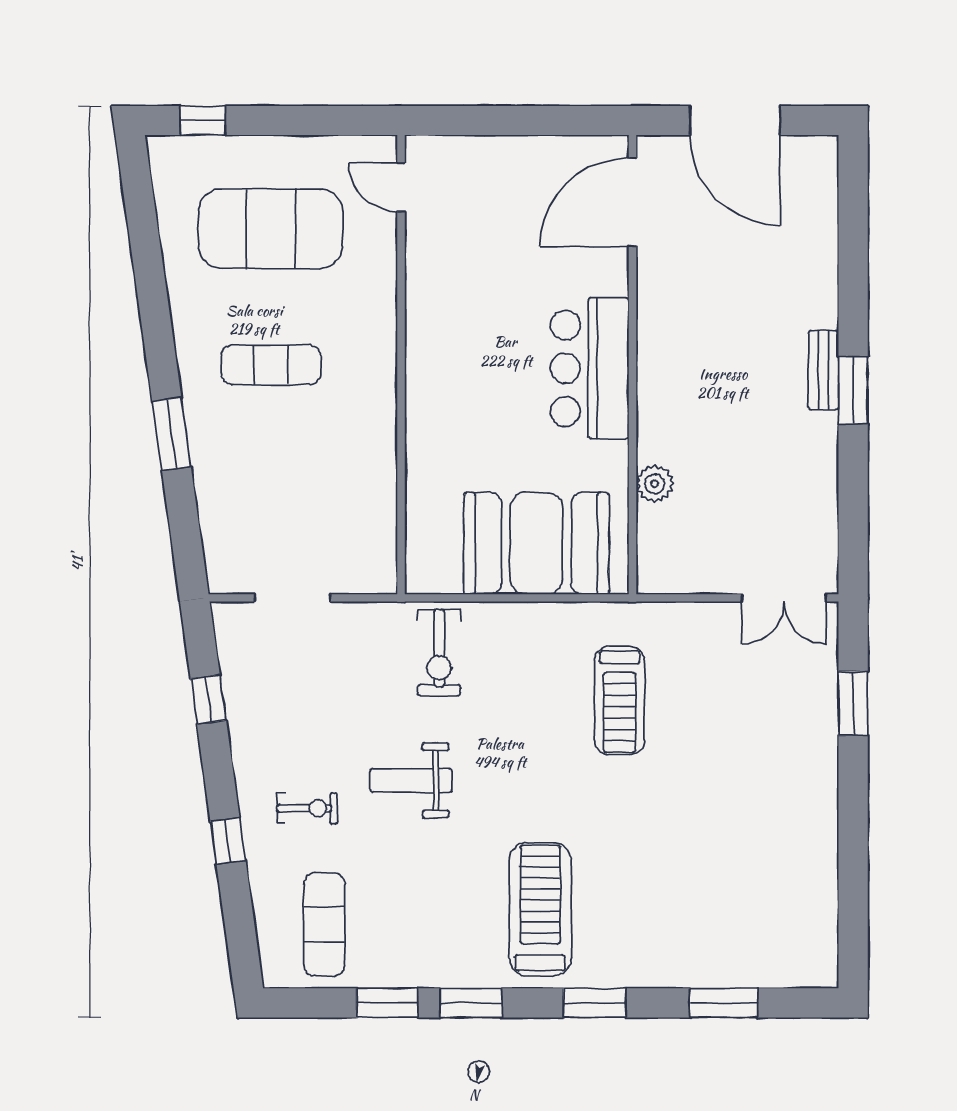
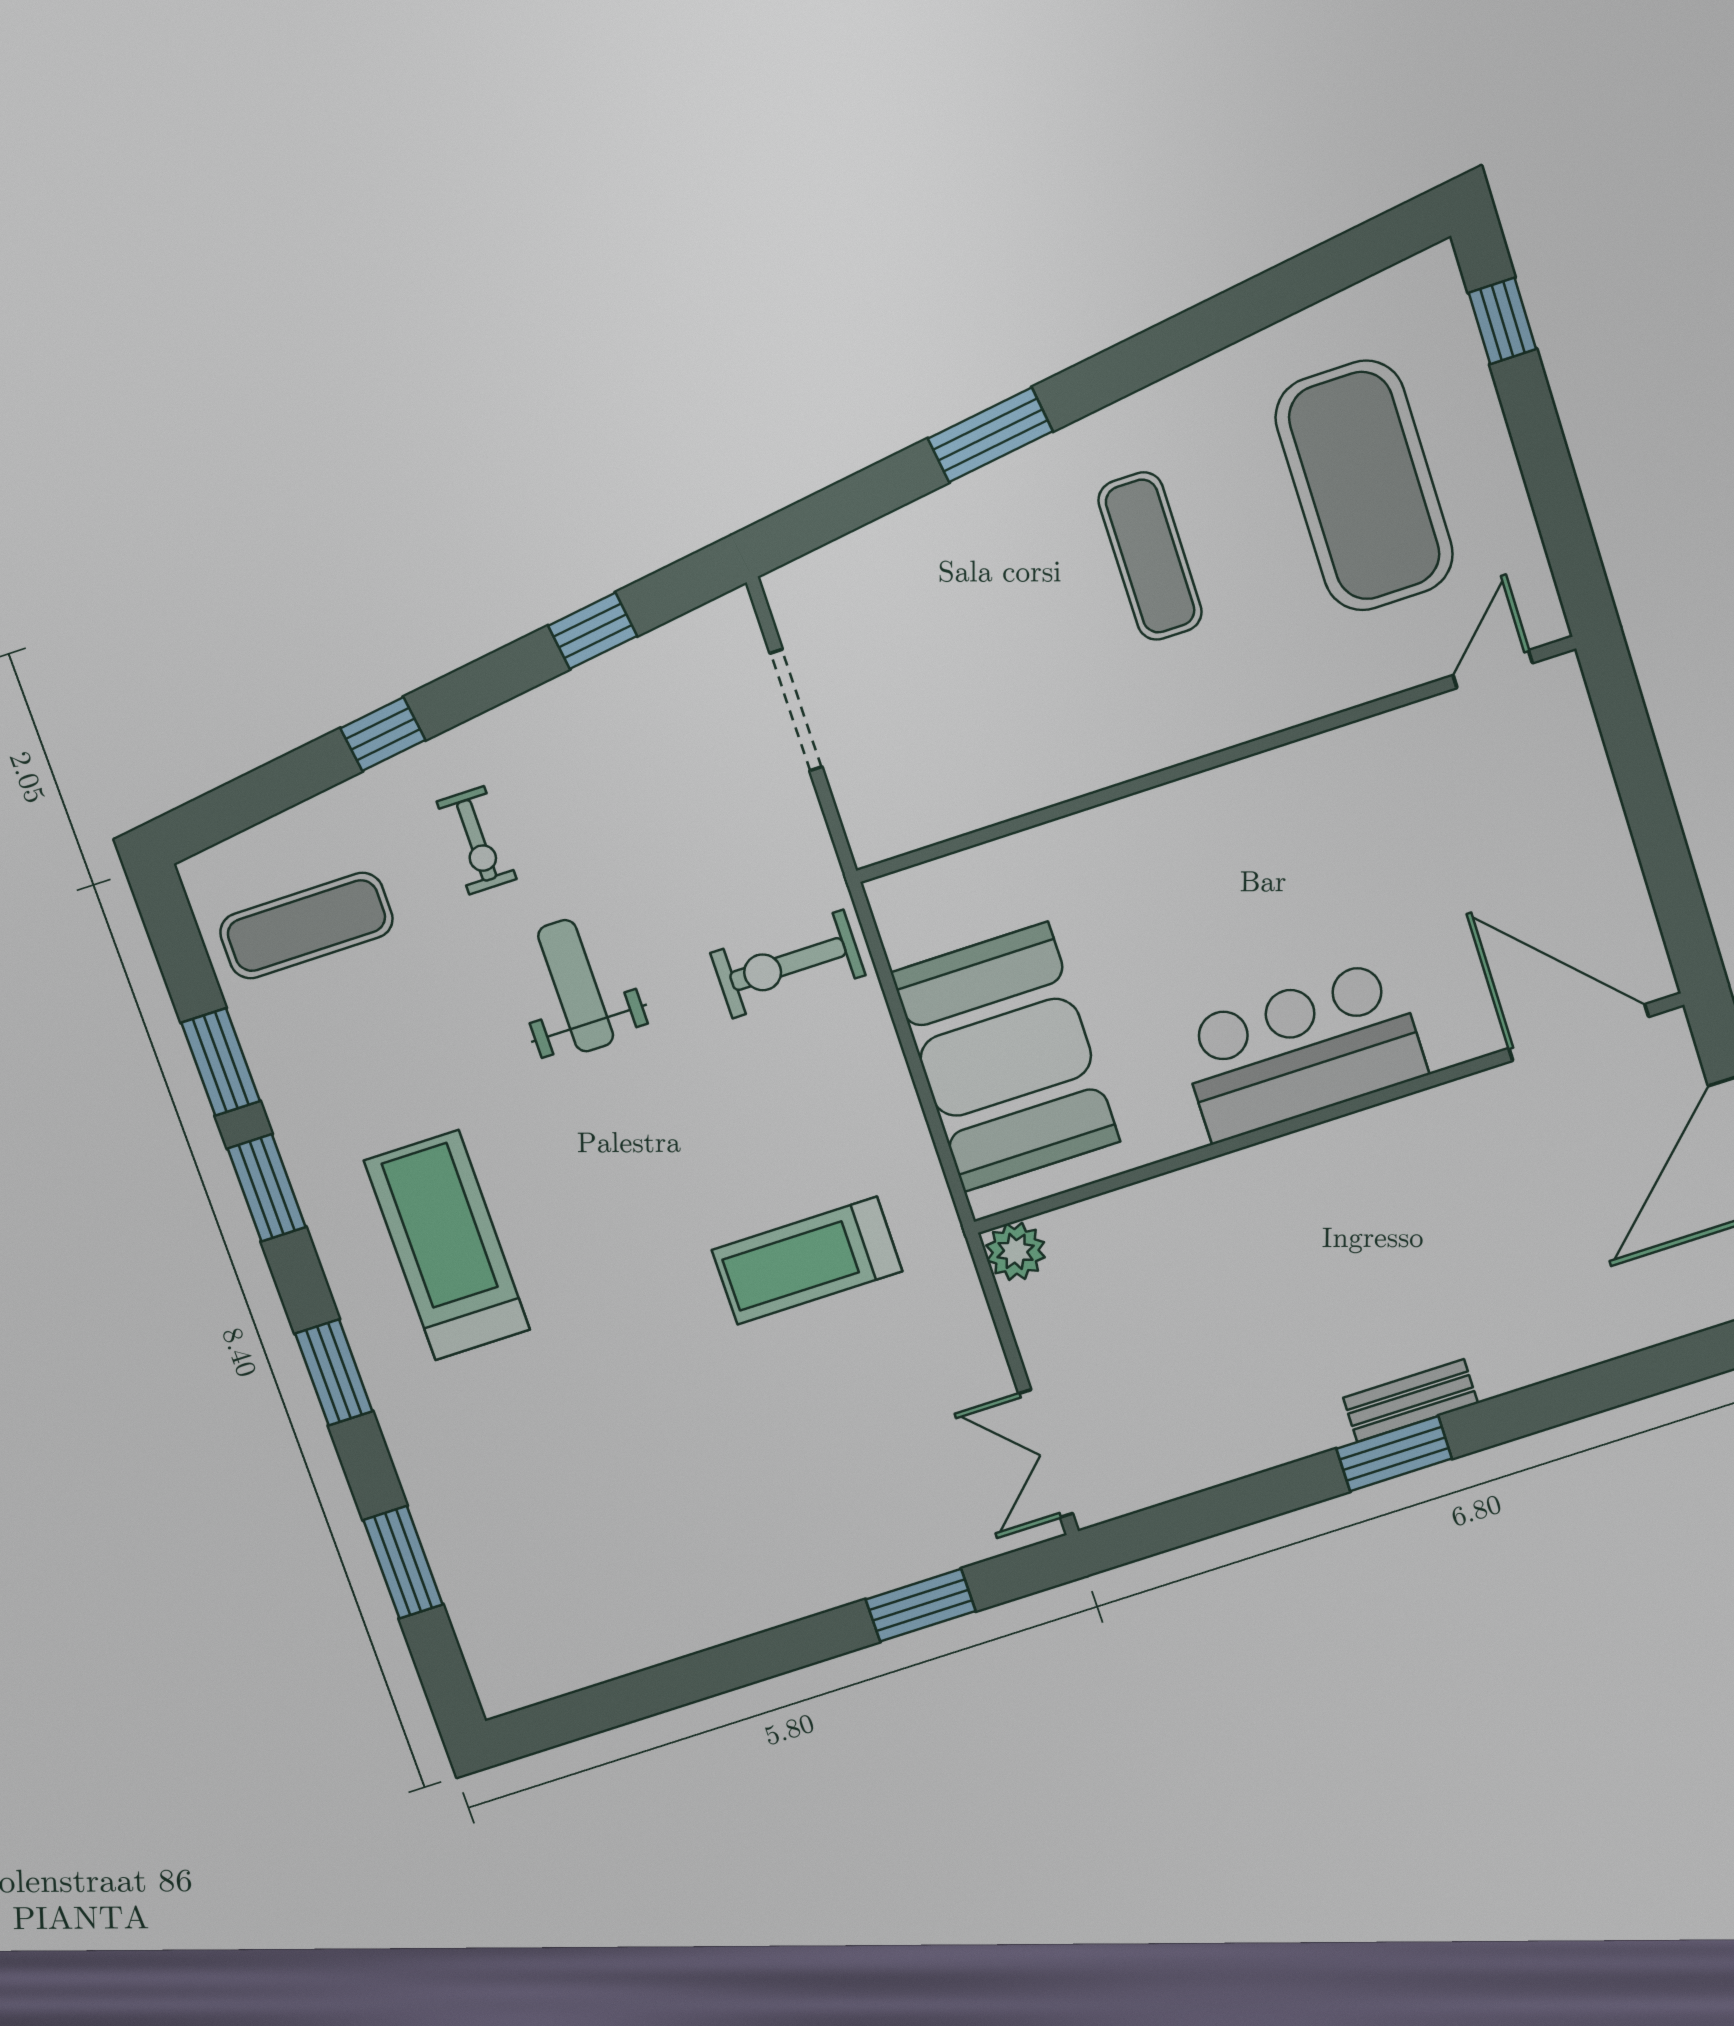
plant: (655, 484) -> (1016, 1251), moved
treadmill: (540, 909) -> (447, 1245), turned -90

